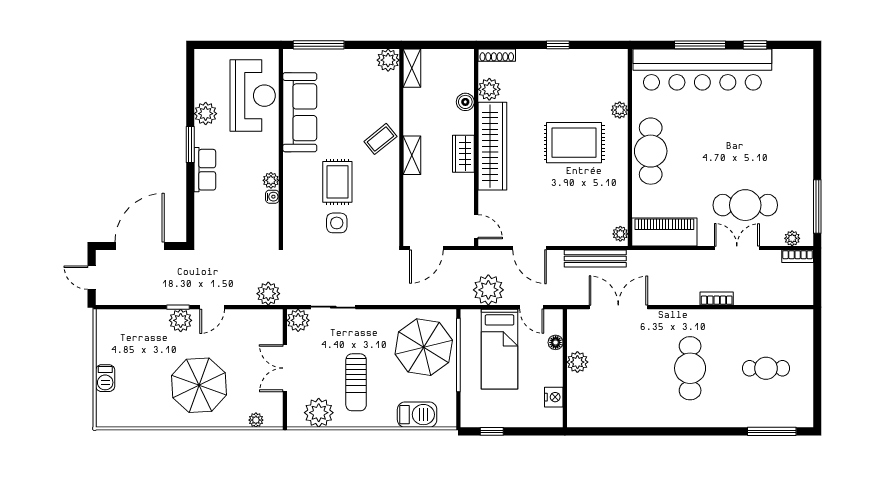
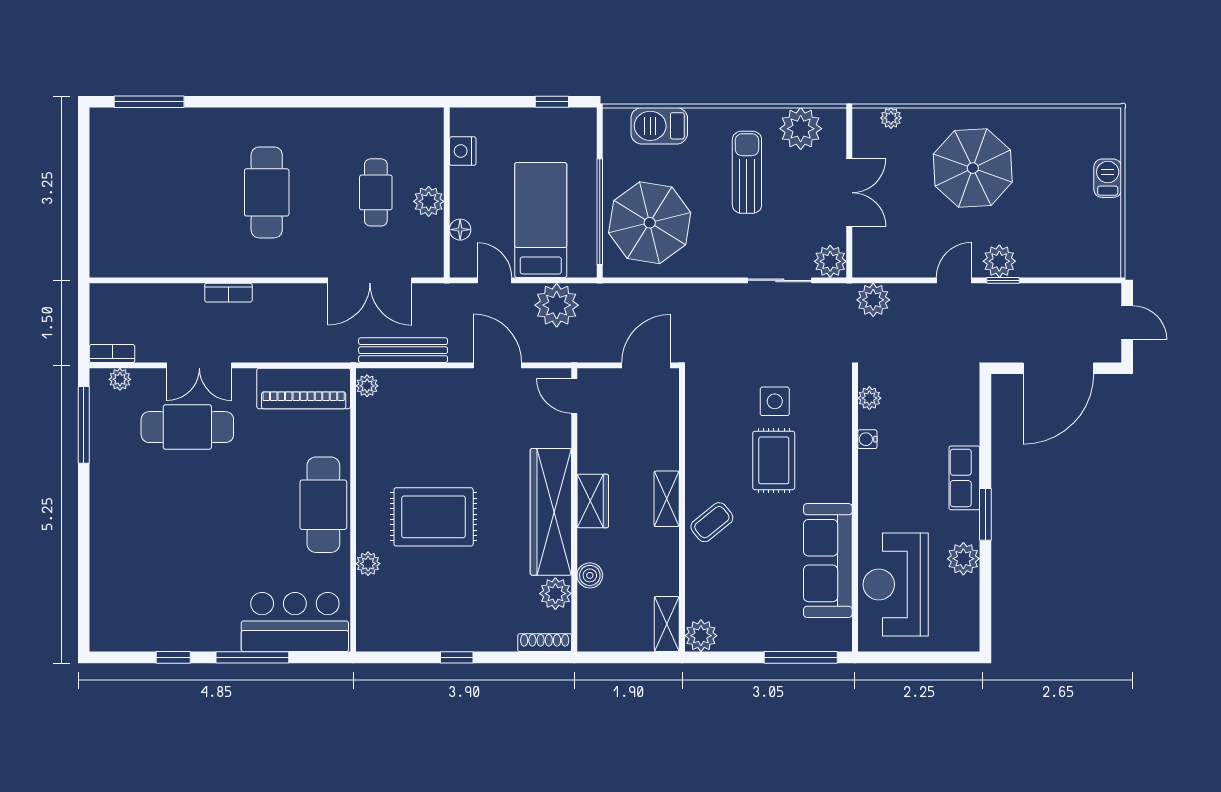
bar counter: (702, 70) -> (295, 622), width x0.54
plant: (271, 180) -> (869, 398), moved
cafe table: (766, 368) -> (376, 192), moved, turned 90

